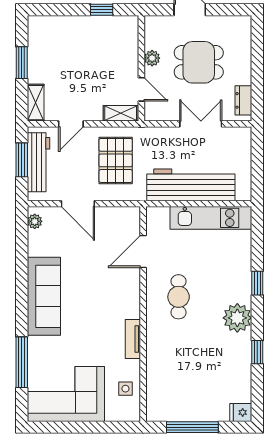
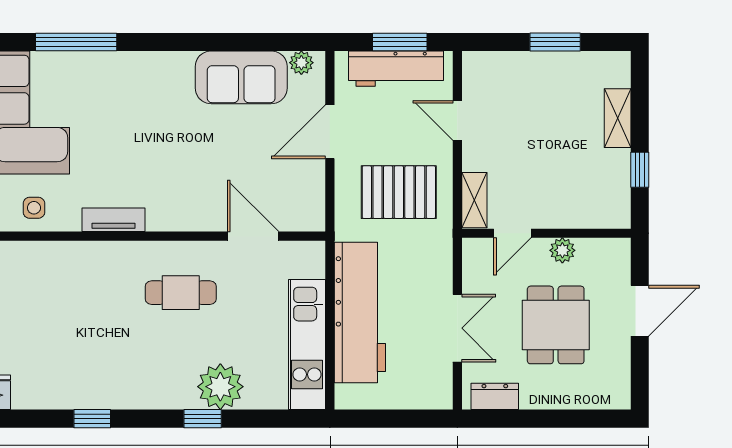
shelving: (36, 103) -> (618, 118), moved, turned 90
sofa: (44, 296) -> (241, 77), moved, width x0.73
plant: (237, 318) -> (220, 387), moved

